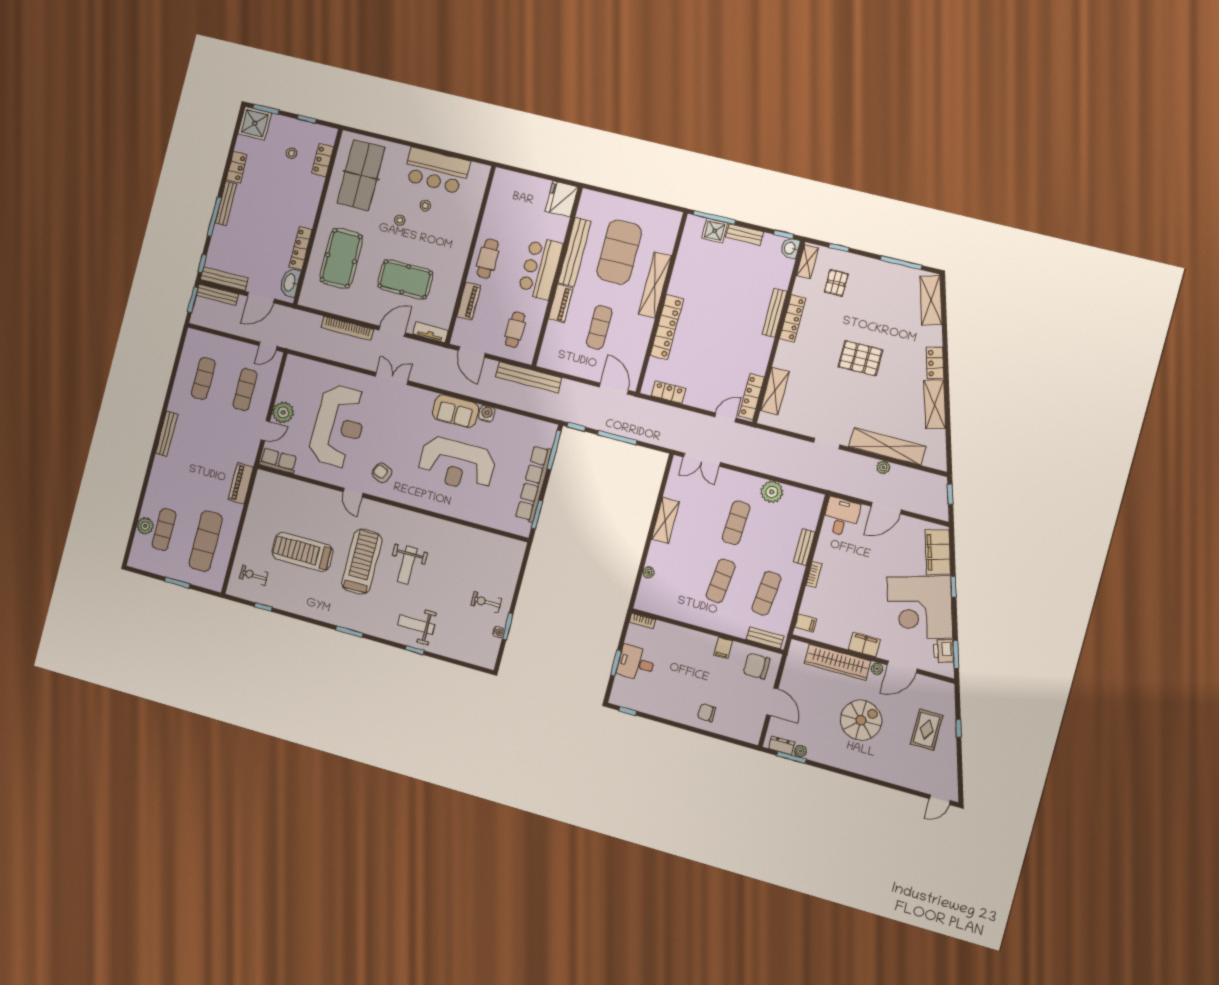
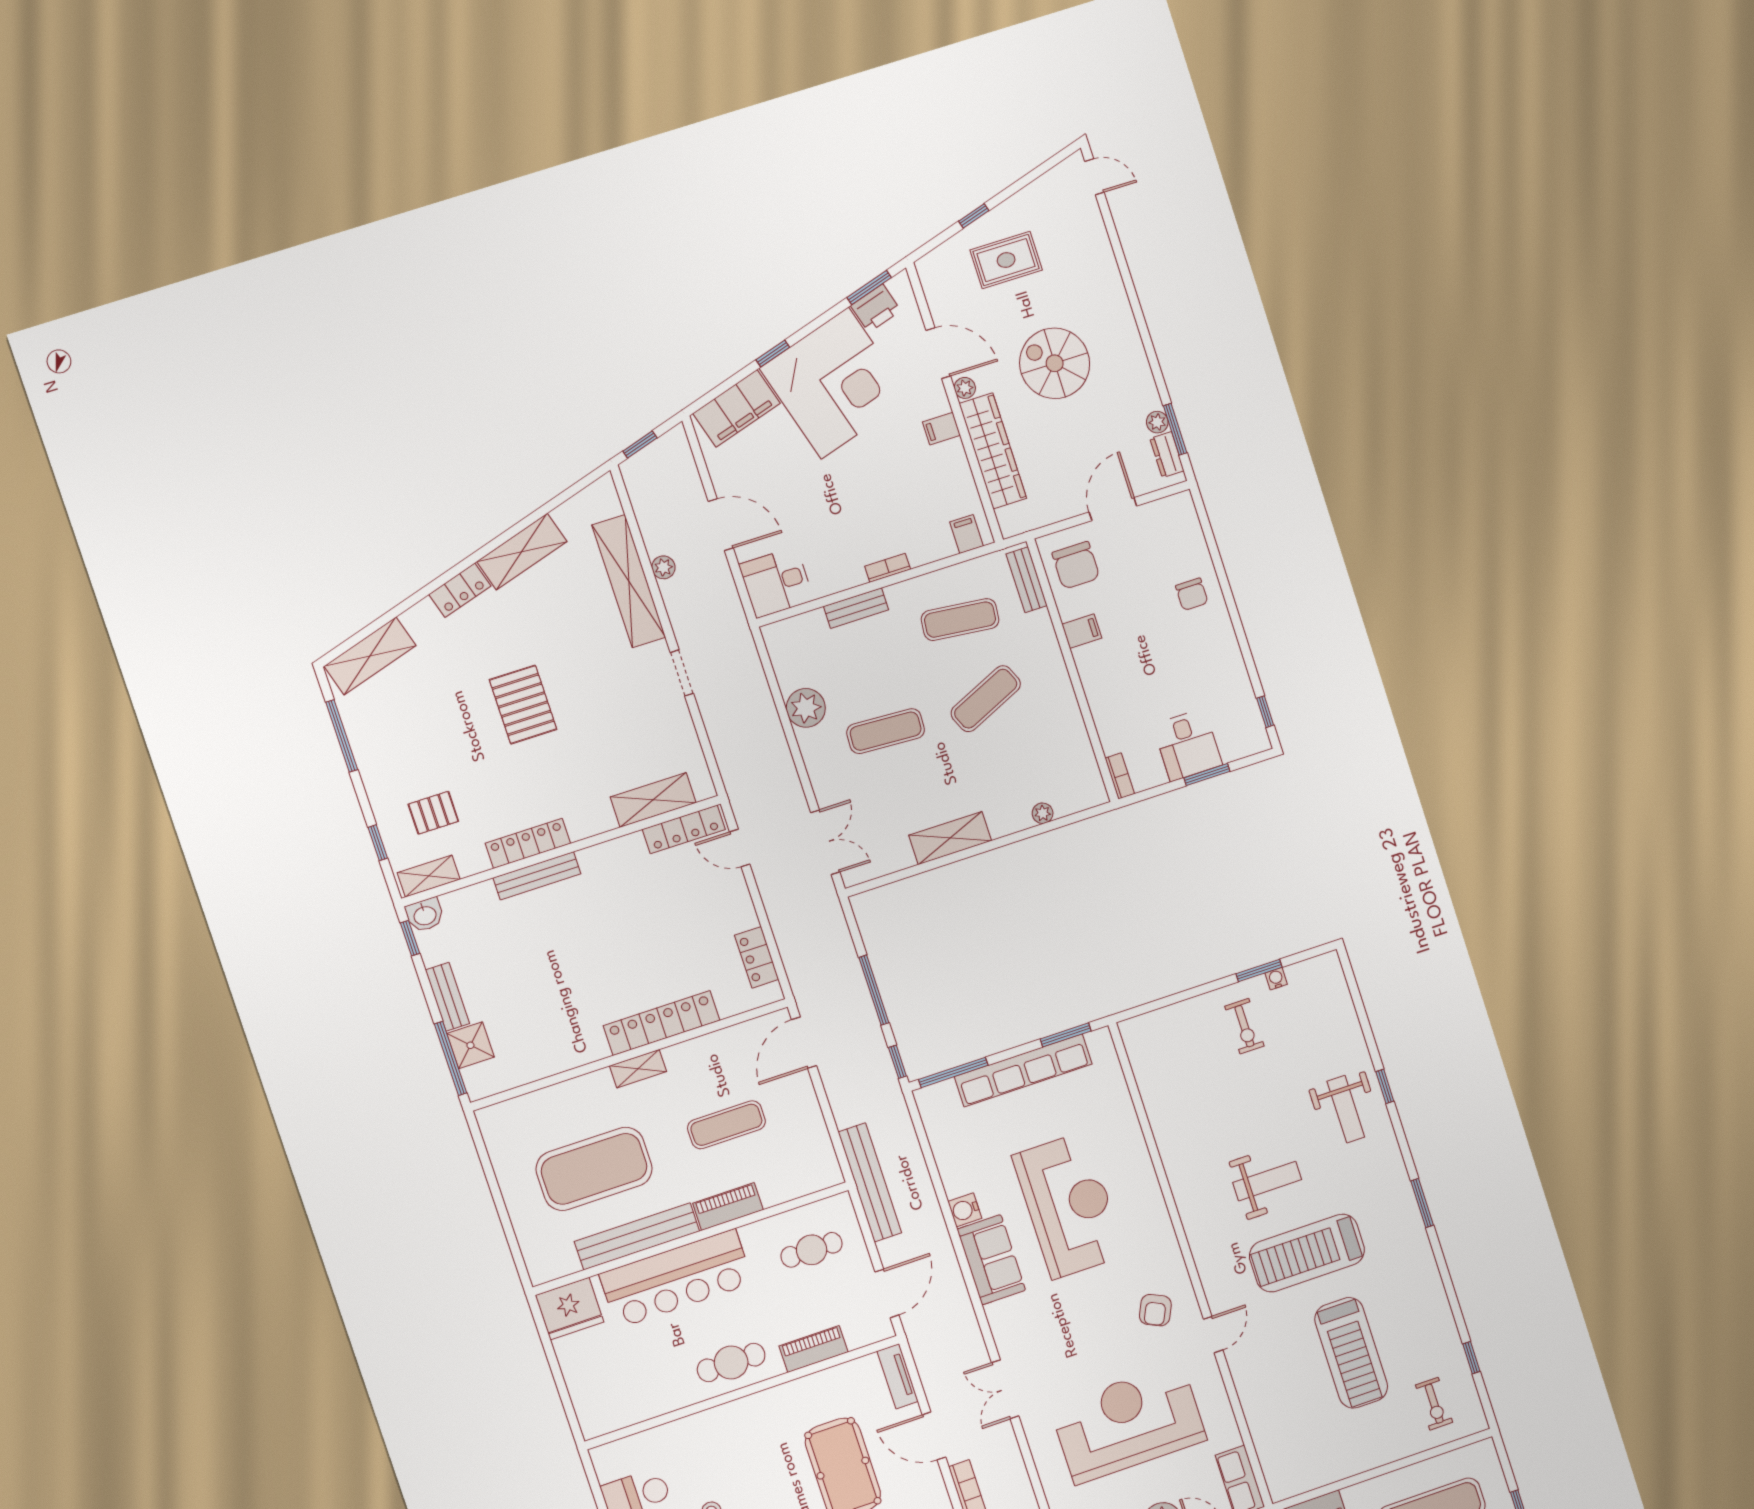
bar counter: (540, 268) -> (676, 1279), width x1.36
shelving: (655, 285) -> (638, 1069), width x0.45, depth x0.75
exercise mat: (721, 581) -> (986, 699), turned -30
filing cabinet: (864, 645) -> (941, 429), width x0.50

